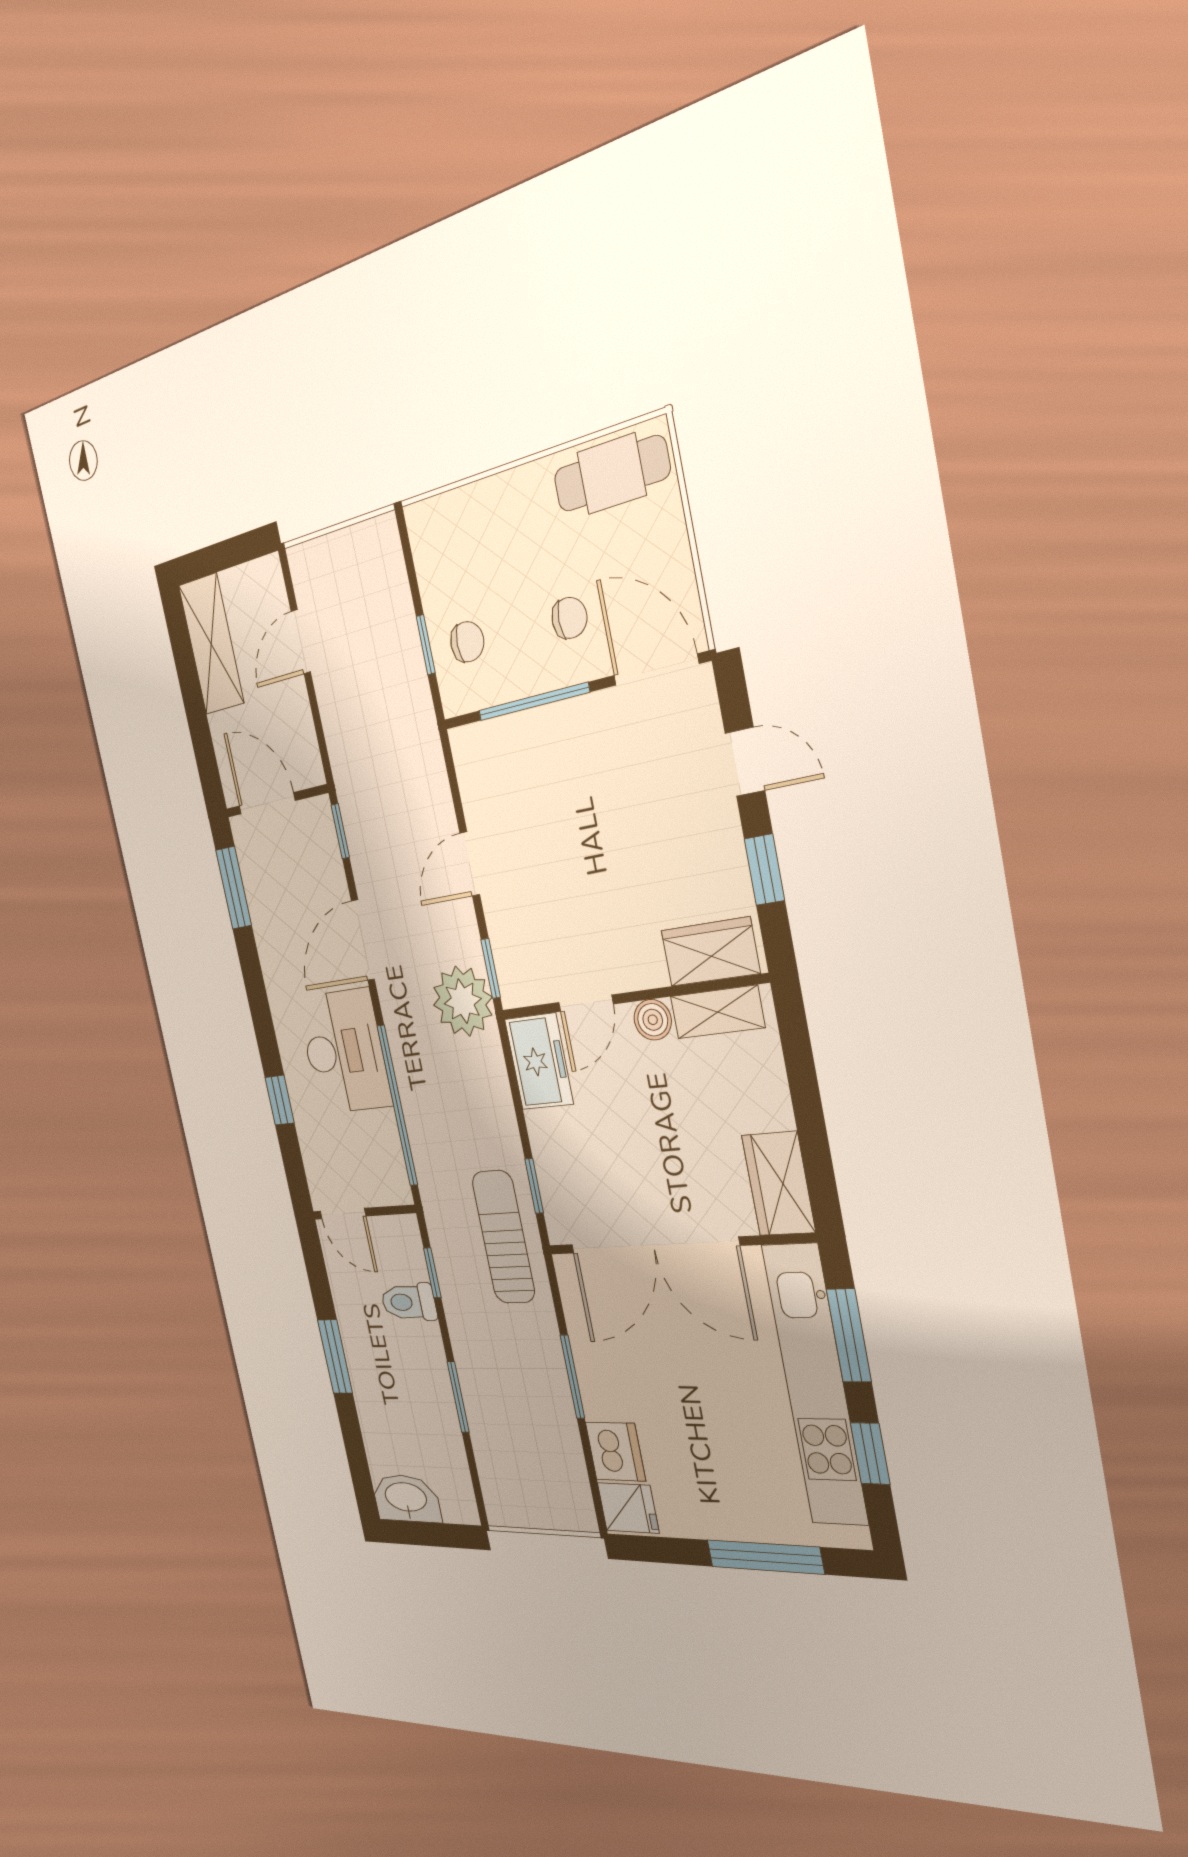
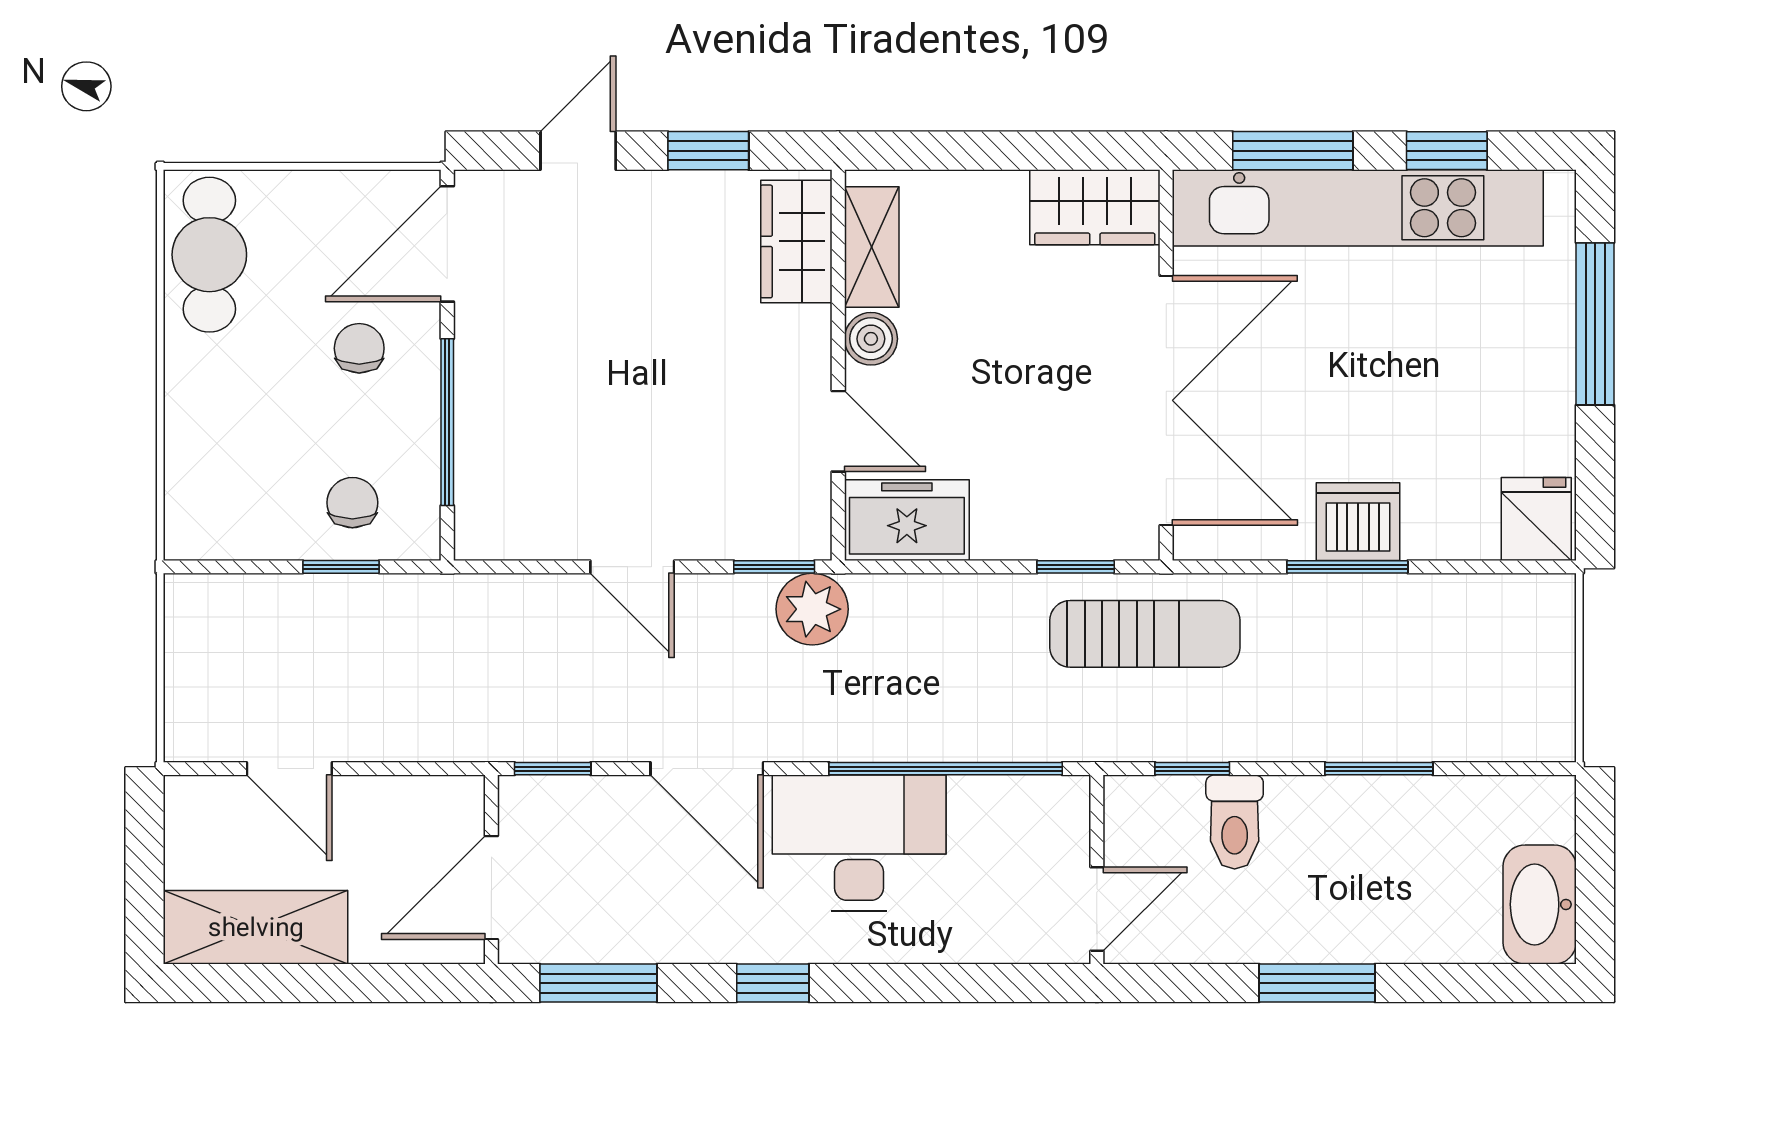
plant: (463, 1001) -> (812, 609), width x0.73, depth x0.73
window: (280, 1100) -> (773, 983), moved
sun lounger: (503, 1237) -> (1145, 634), turned 180
dishwasher: (615, 1451) -> (1358, 522), moved

